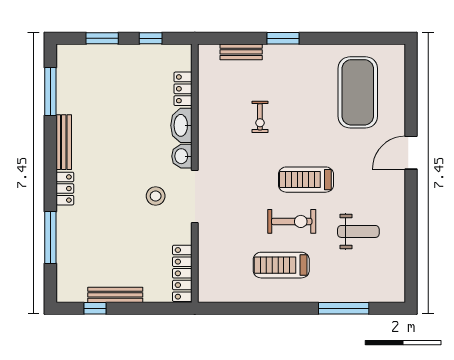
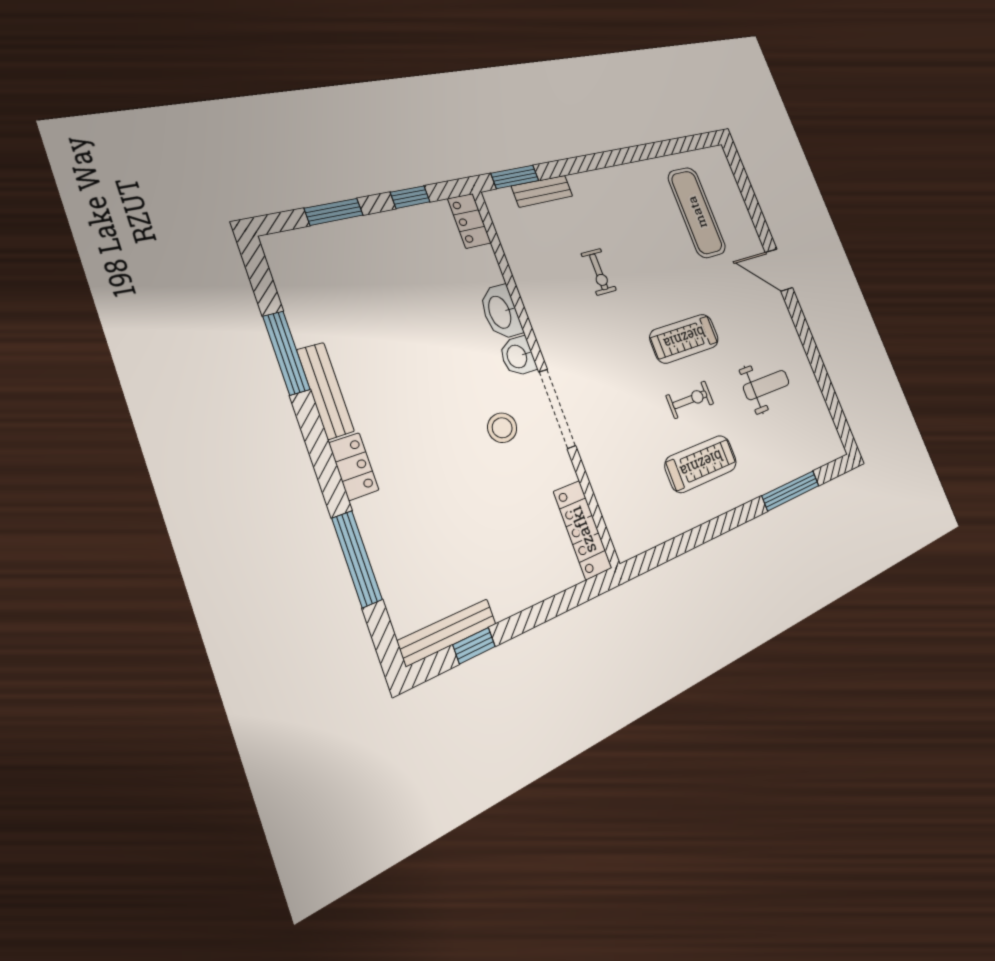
window: (283, 38) -> (515, 177), moved
locker: (183, 89) -> (469, 221), moved
window: (50, 92) -> (286, 353), moved
exercise mat: (358, 92) -> (697, 212), width x0.68
door: (411, 153) -> (779, 270), hinge flipped
exercise bike: (292, 221) -> (690, 400), width x0.73, depth x0.72
treadmill: (281, 265) -> (701, 464), turned 180
bench: (115, 295) -> (447, 632), moved

